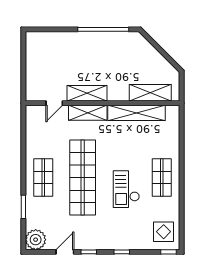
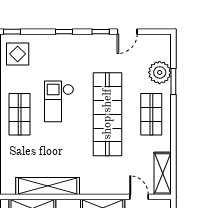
door: (54, 103) -> (139, 197), hinge flipped
shelving: (88, 113) -> (163, 173), moved, turned 90
checkout: (126, 189) -> (59, 101), turned 180
plant: (36, 240) -> (160, 72), moved

